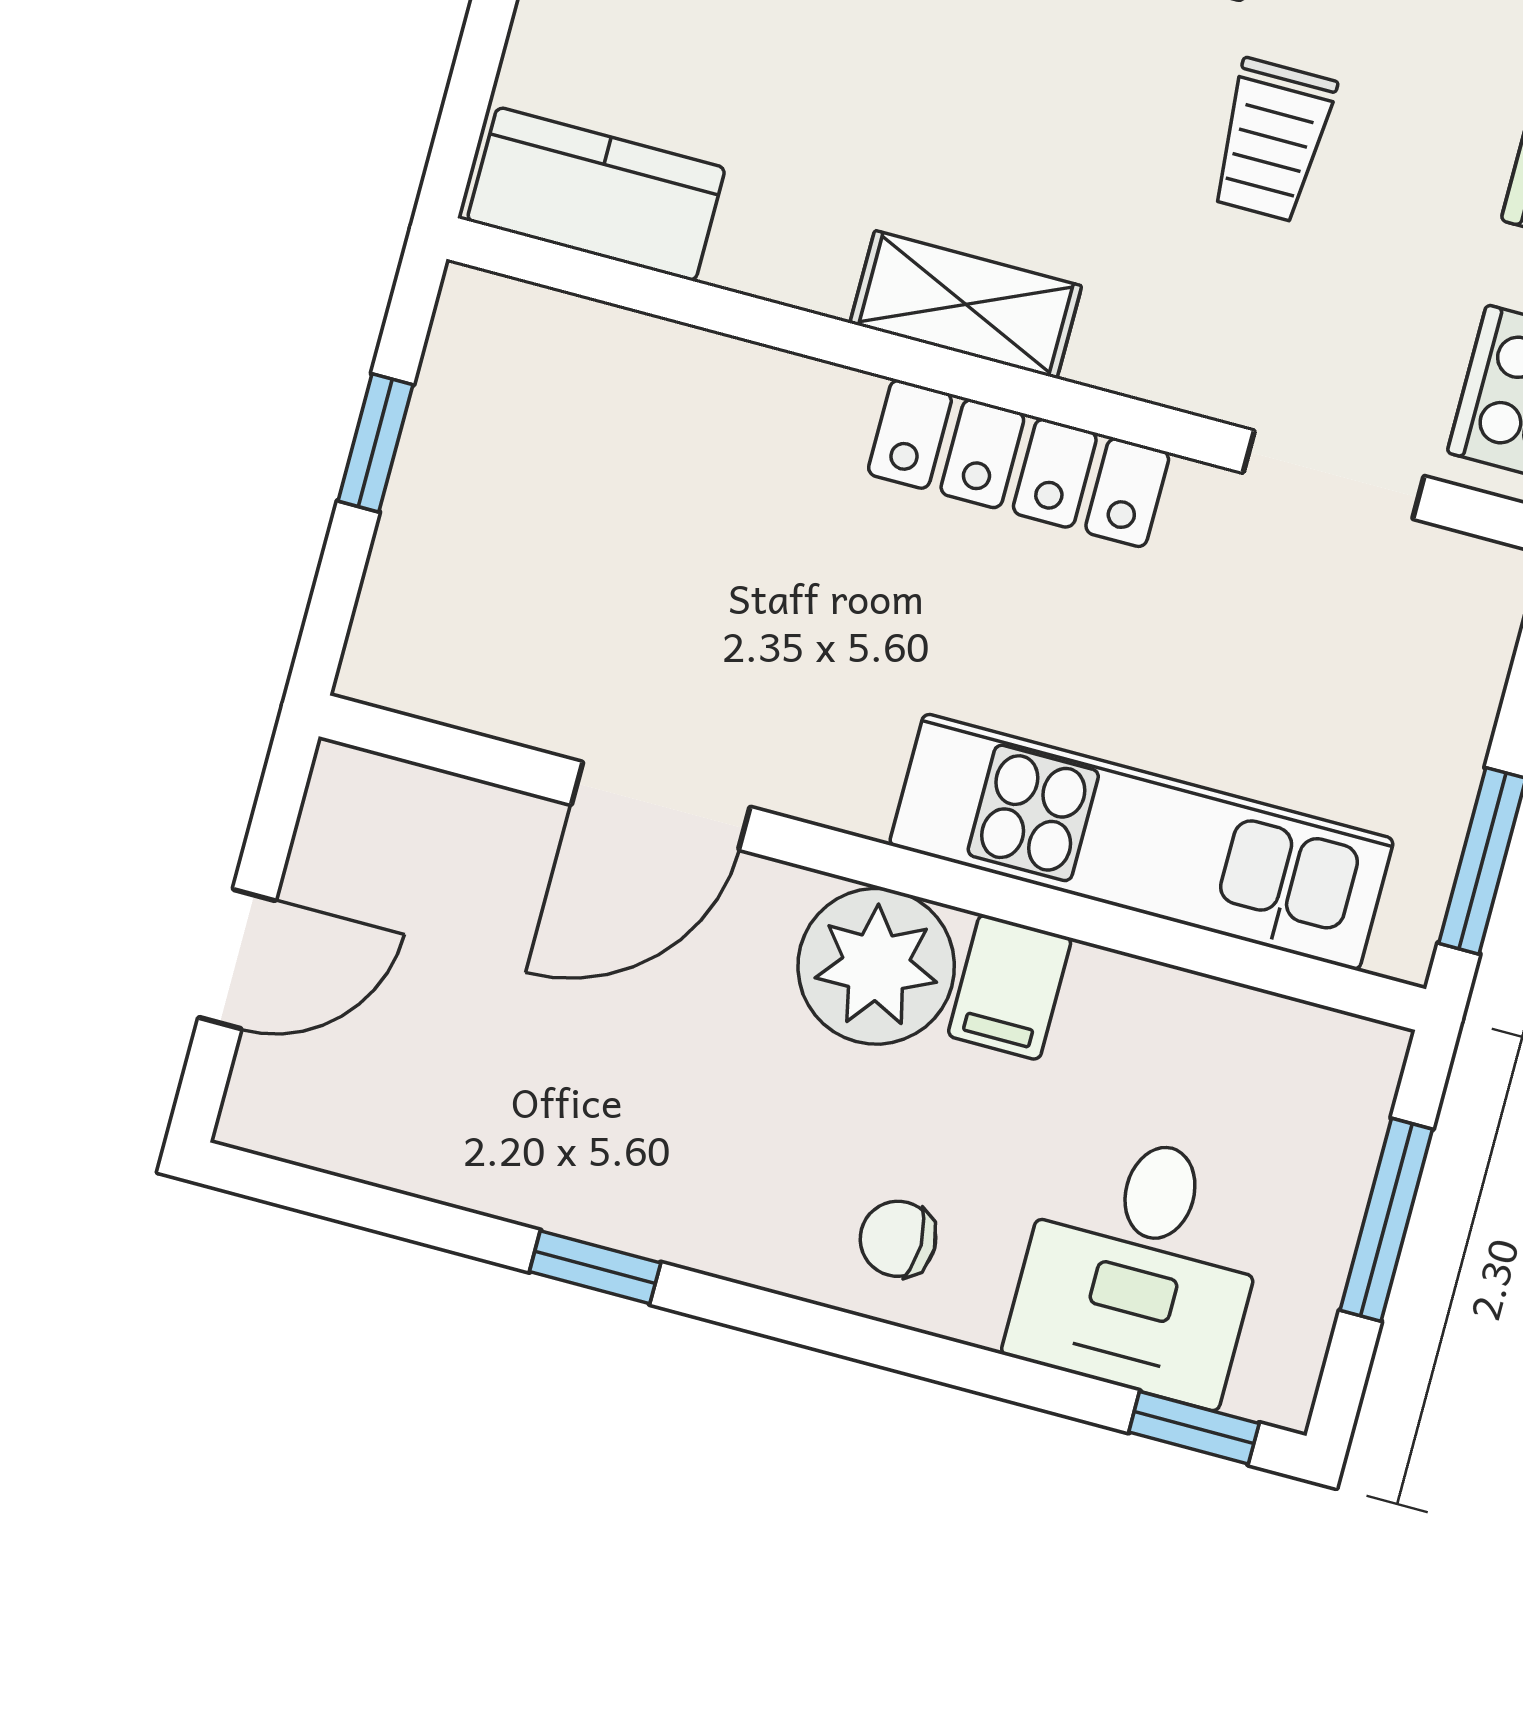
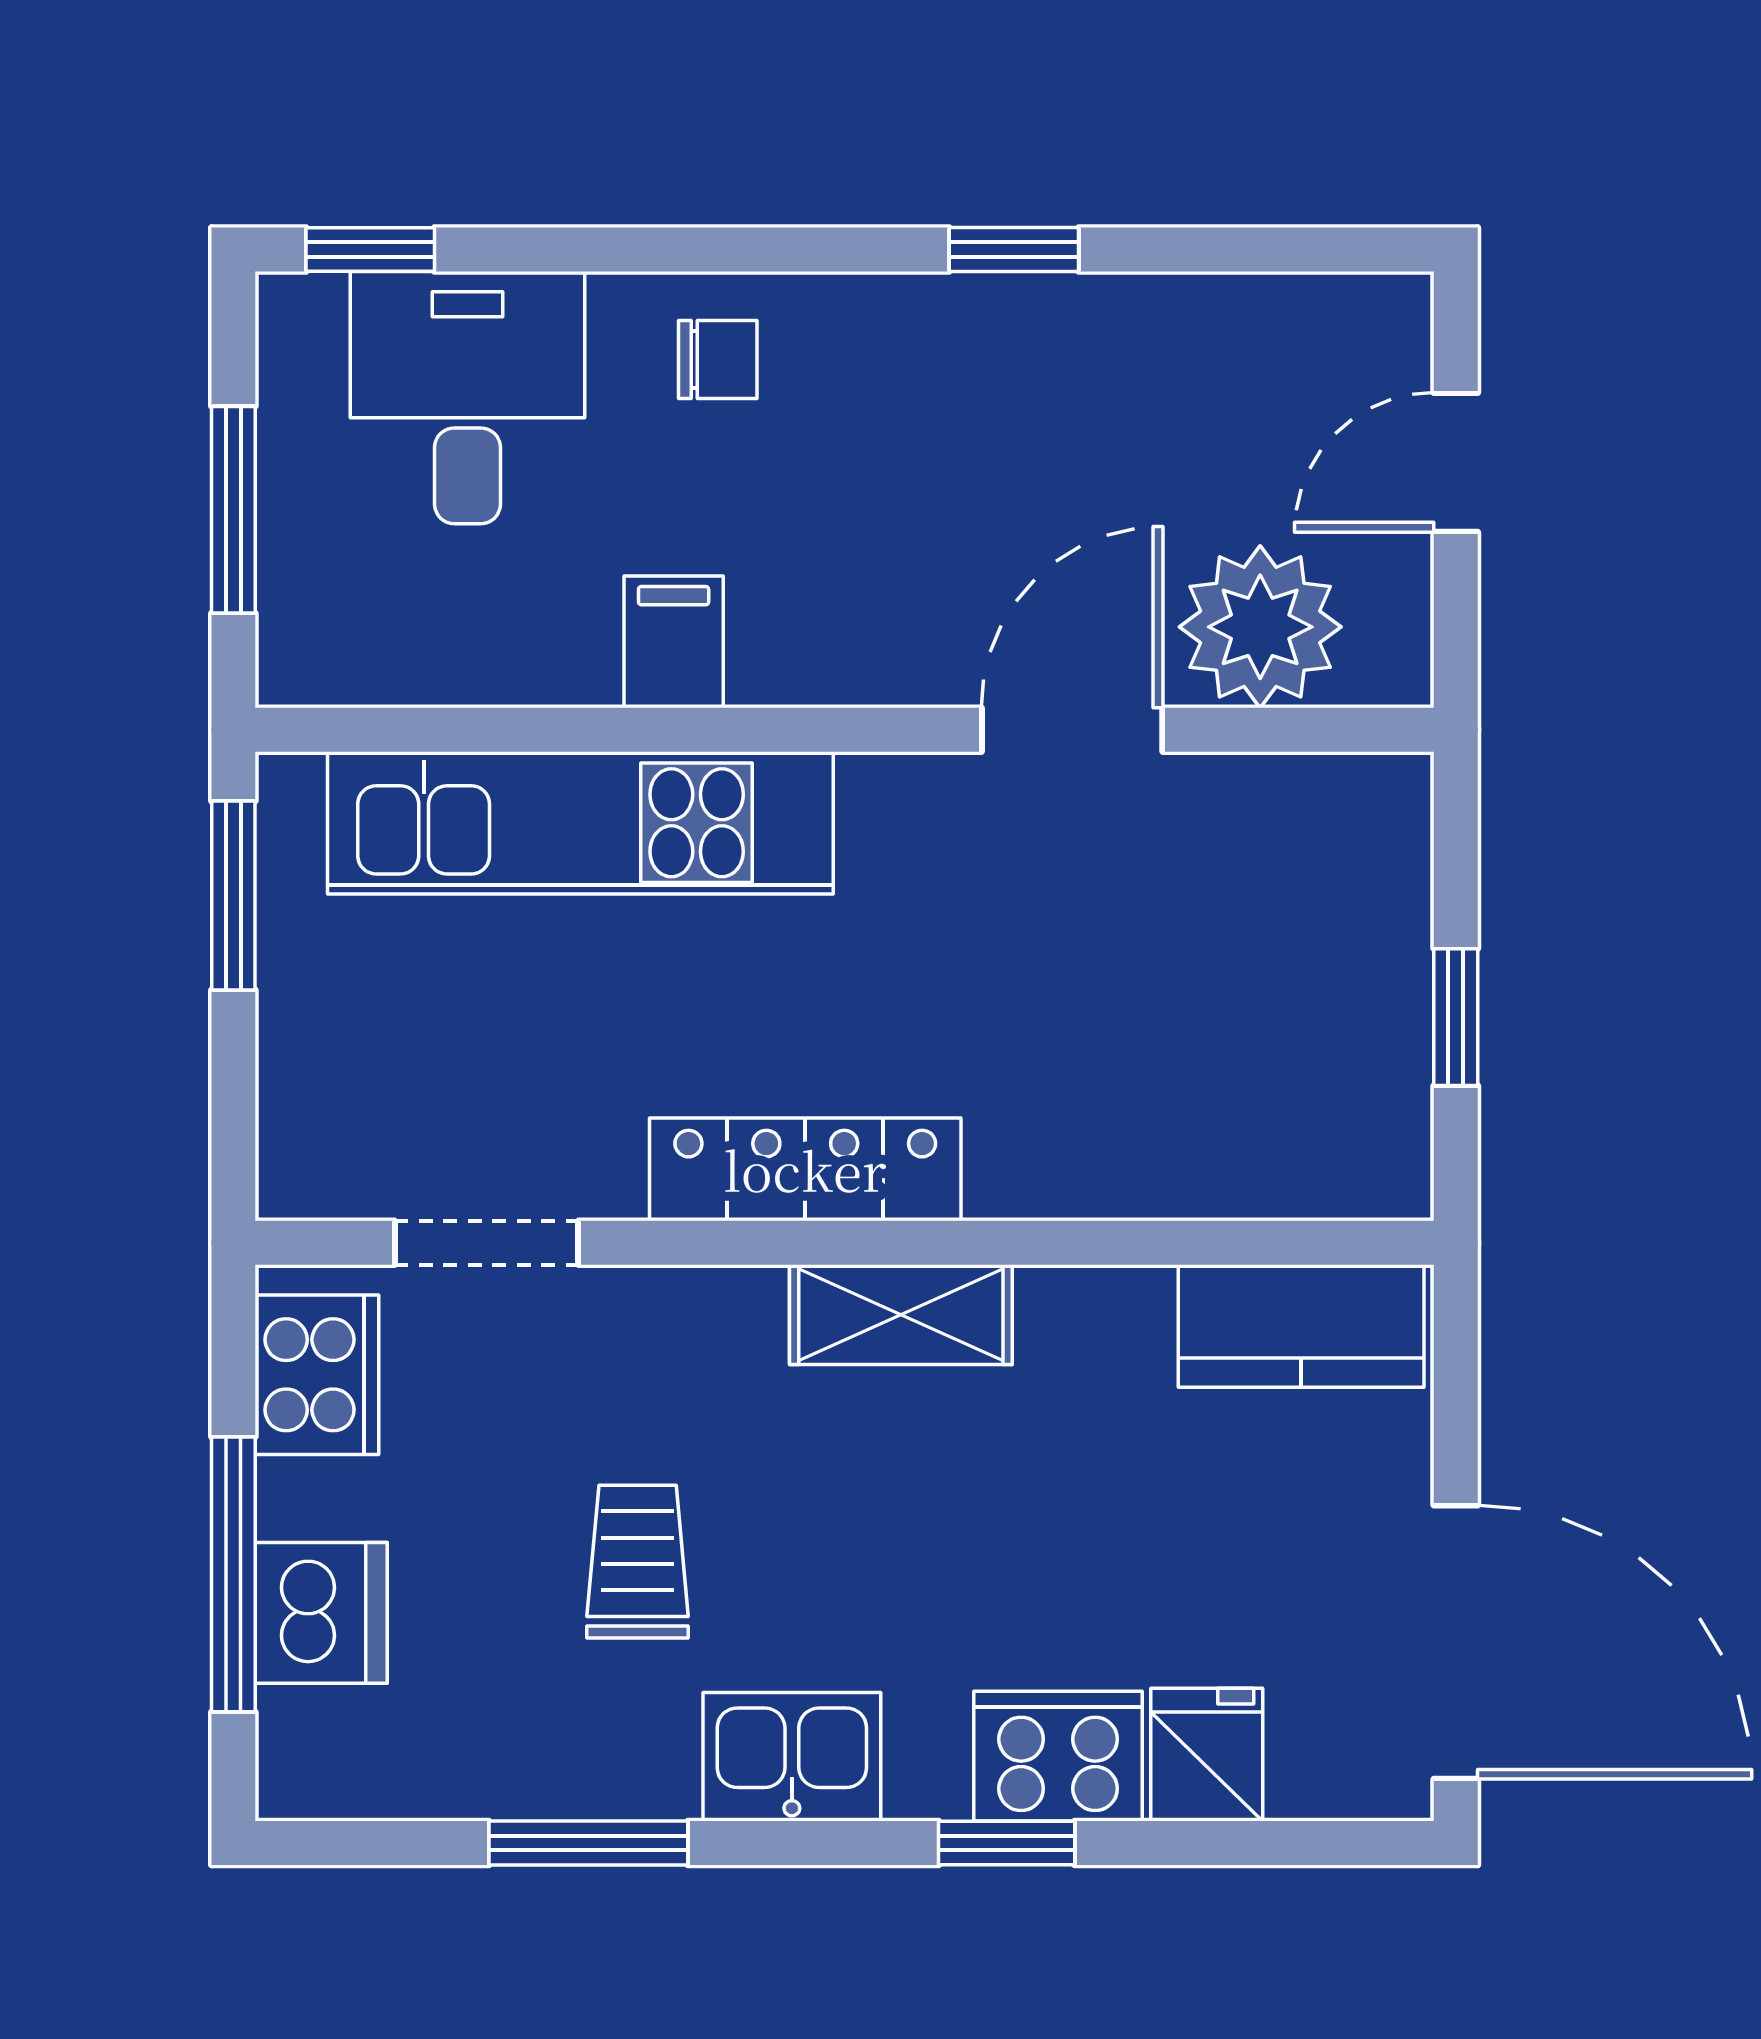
plant: (876, 966) -> (1260, 627), moved

